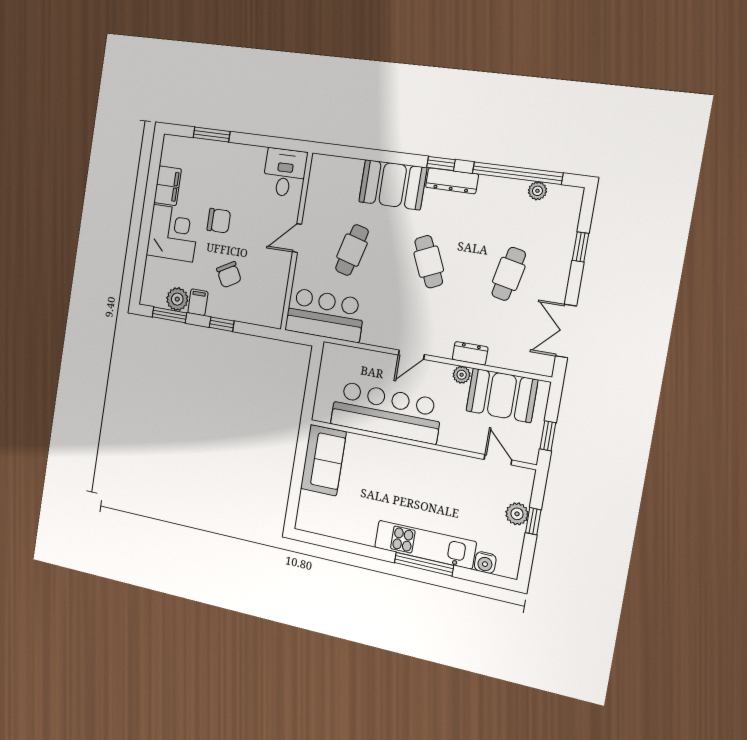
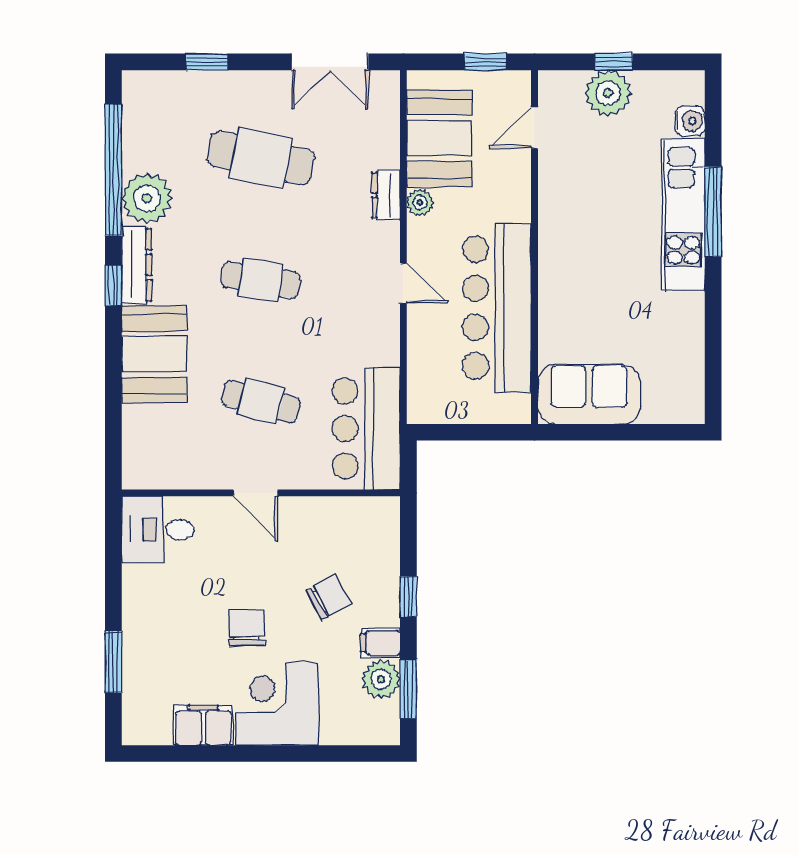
plant: (537, 191) -> (147, 198), moved, width x1.87, depth x1.87
cafe table: (429, 262) -> (261, 280), turned 33
cafe table: (509, 274) -> (261, 158), width x1.37, depth x1.35
plant: (517, 514) -> (608, 93), width x1.36, depth x1.36

